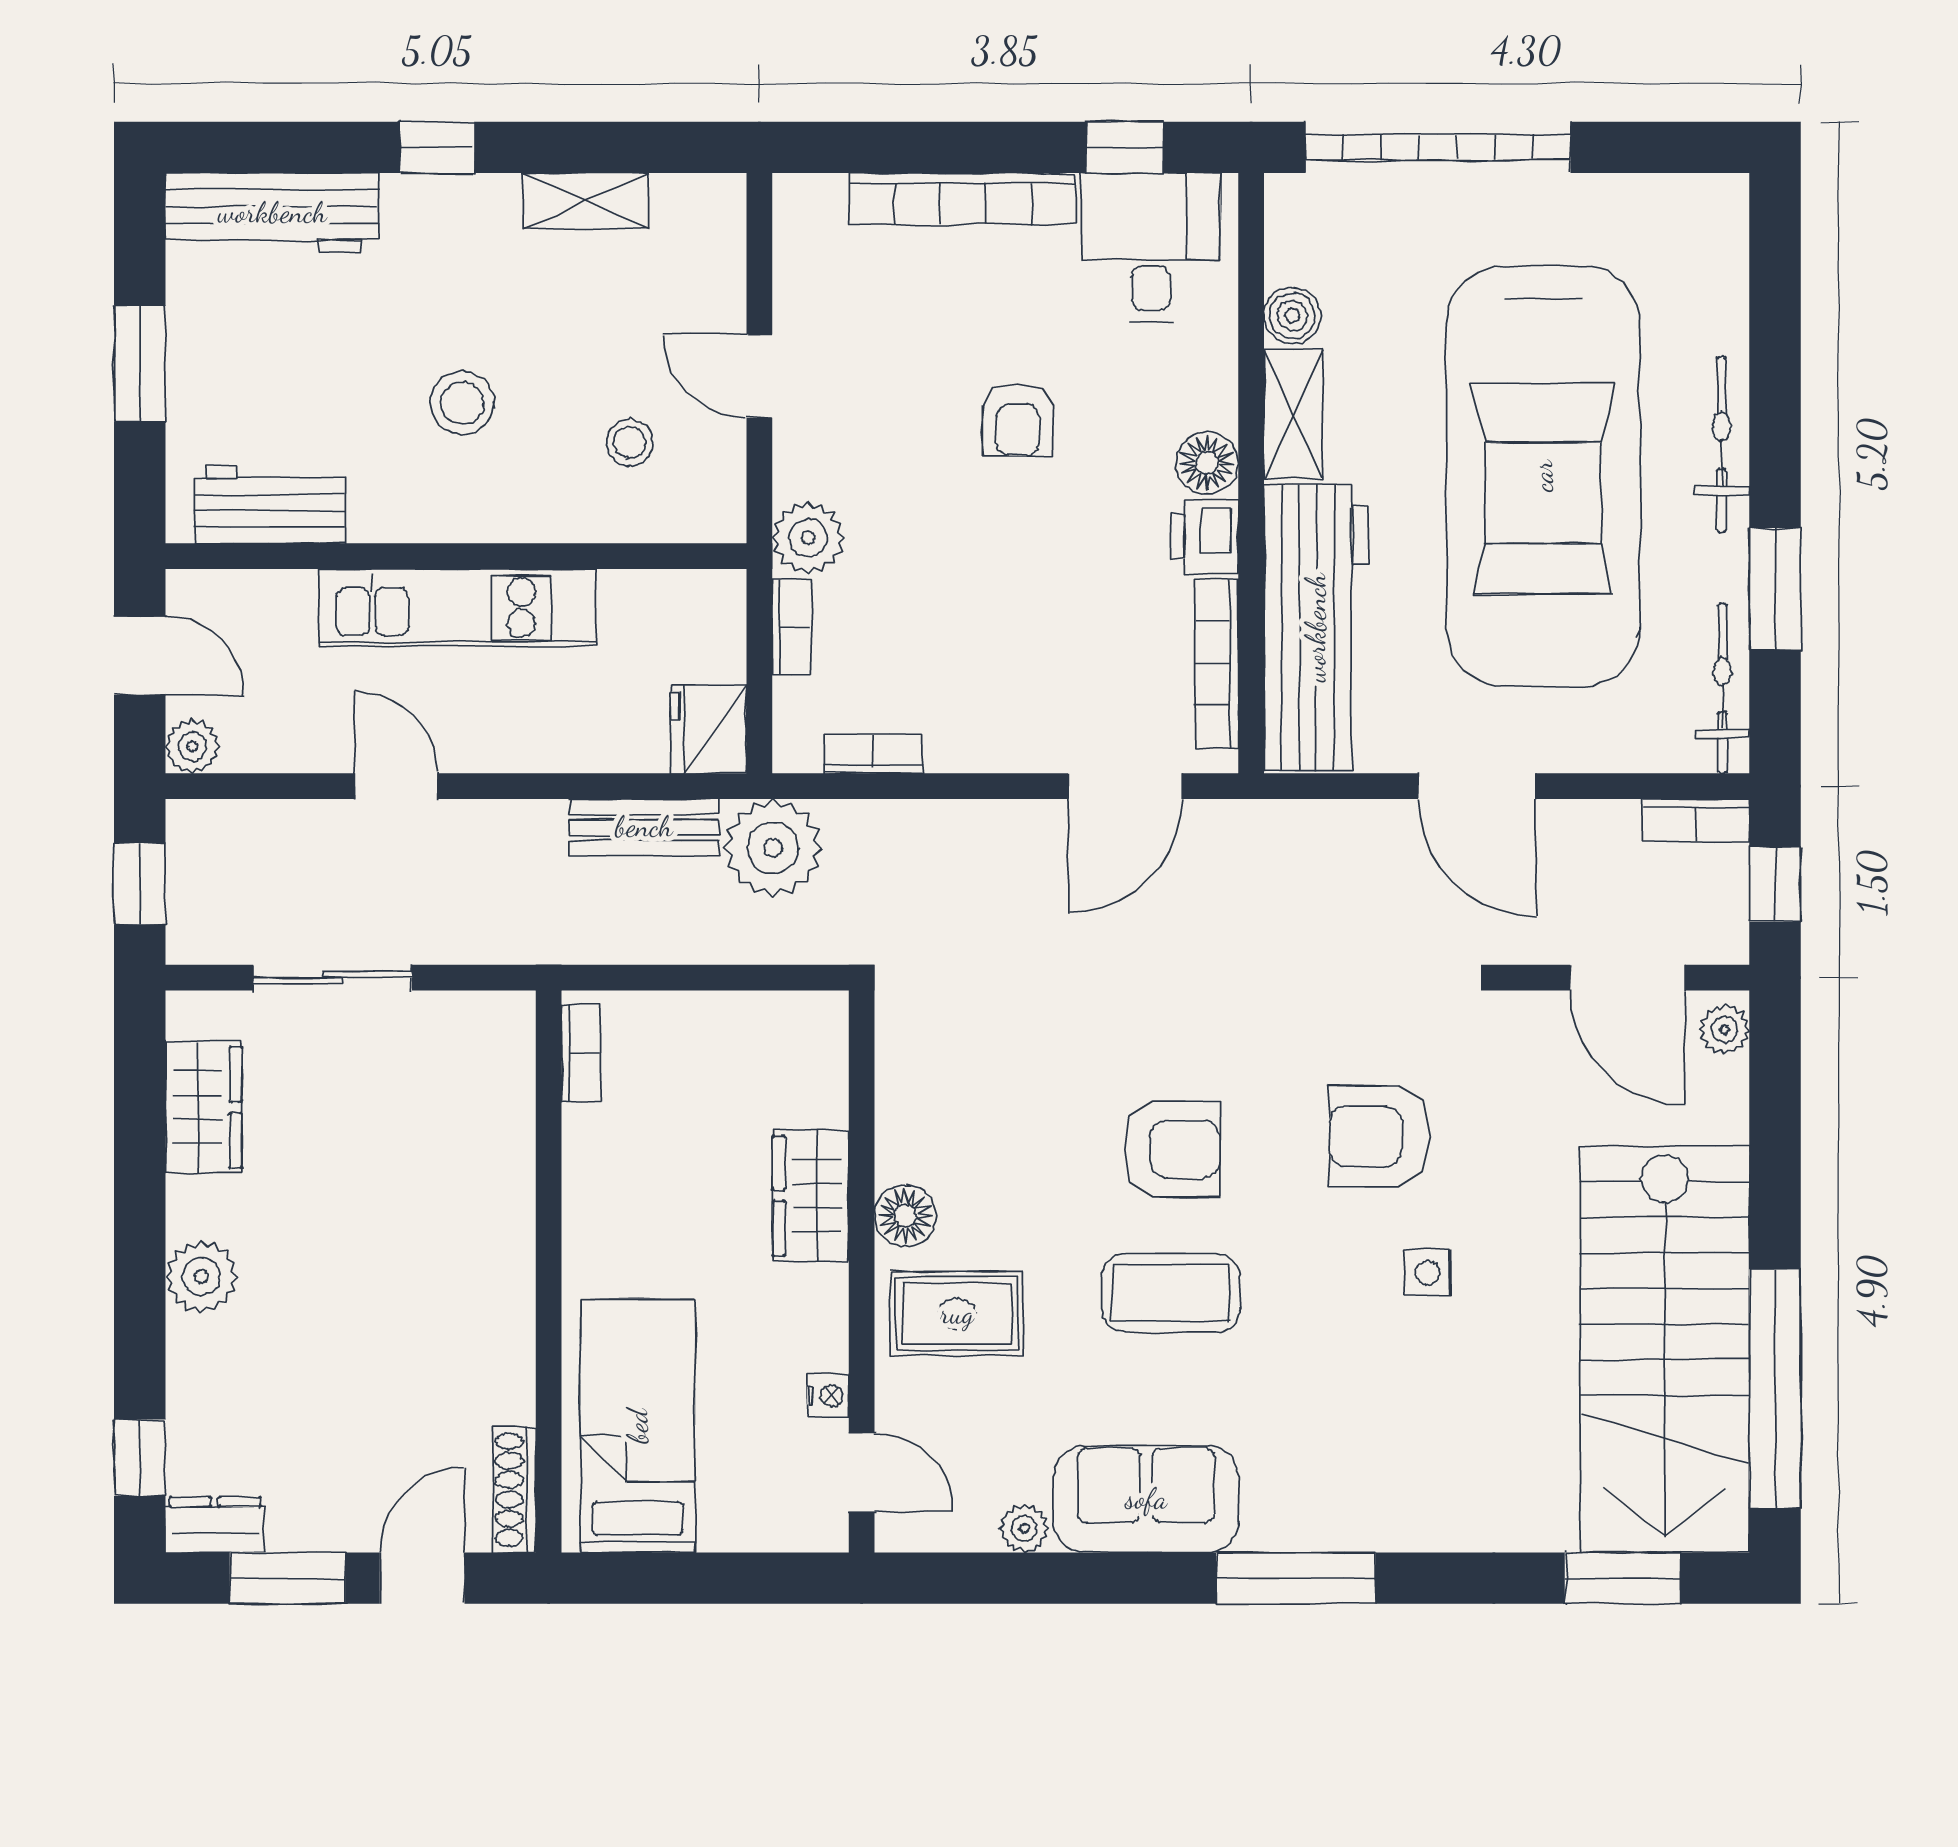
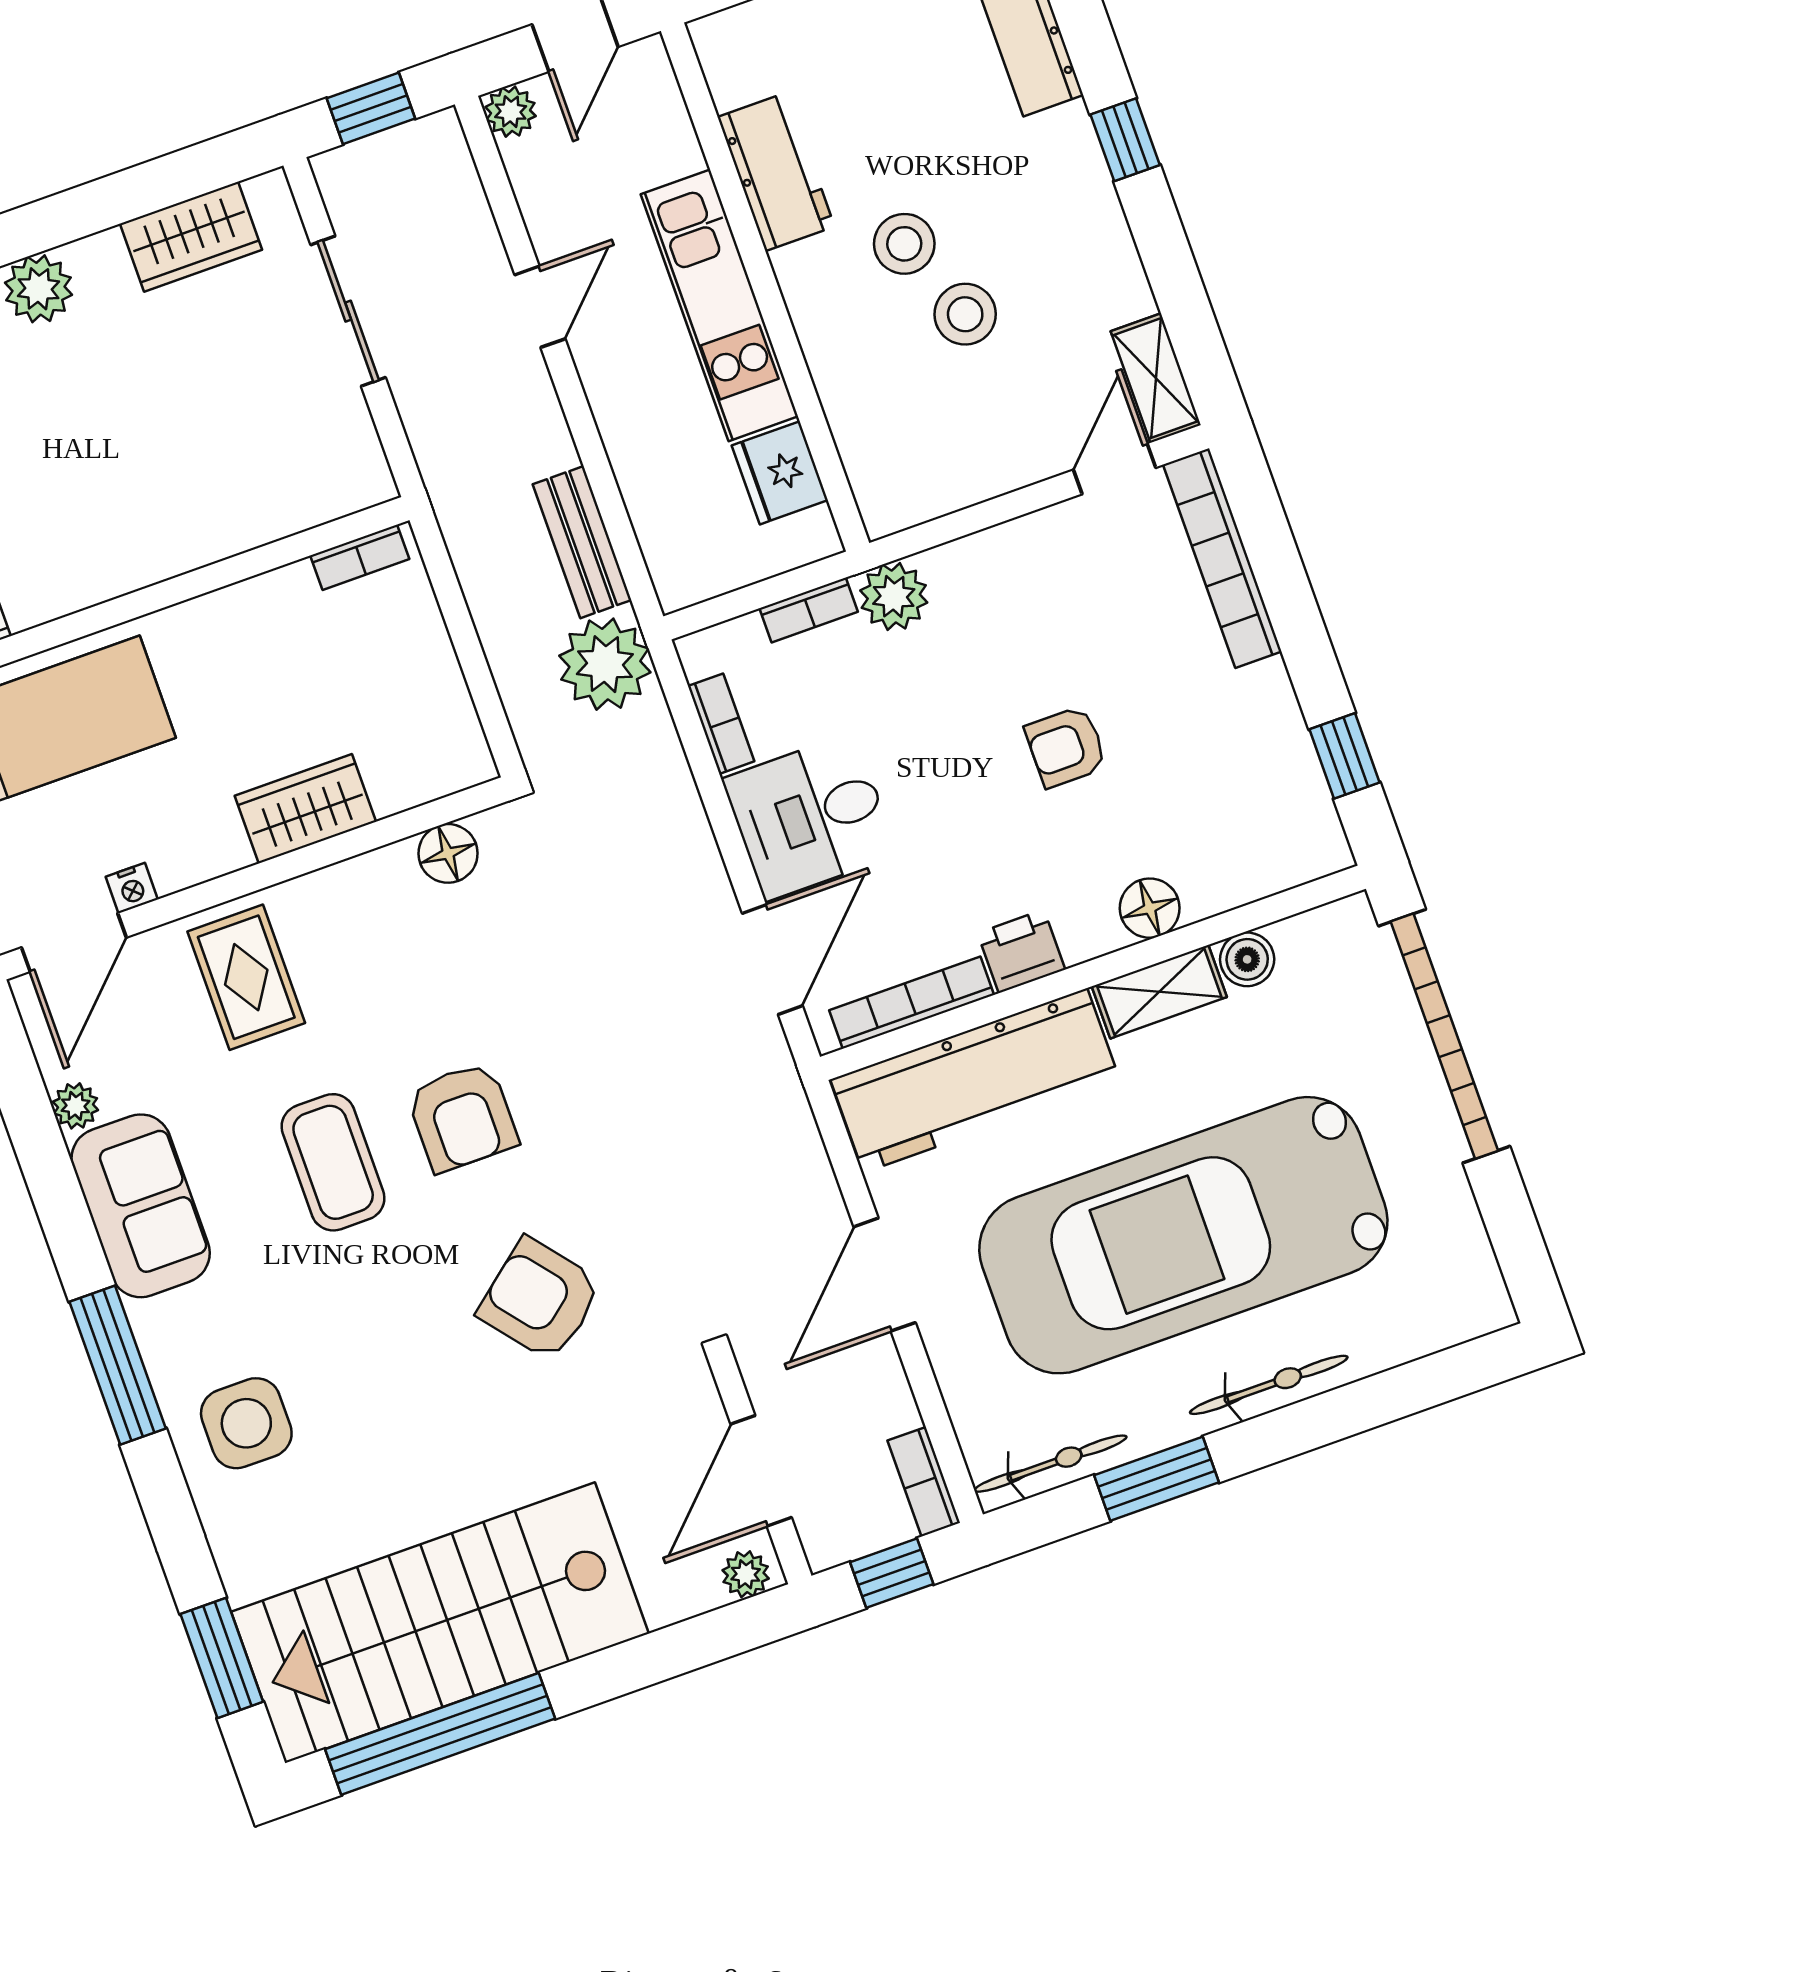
bookcase: (963, 199) -> (1222, 558), moved
shelving: (585, 201) -> (1156, 378), moved
desk: (1151, 248) -> (810, 817), moved, turned 180
door: (759, 376) -> (1115, 469), moved
stool: (629, 443) -> (965, 314), moved, width x1.37, depth x1.37
floor lamp: (1207, 463) -> (1150, 908), moved
workbench: (270, 505) -> (776, 172), moved
fridge: (709, 729) -> (780, 473), moved, turned -90
door: (1125, 786) -> (772, 959), swing flipped
armchair: (1380, 1136) -> (540, 1299), turned -39
floor lamp: (905, 1216) -> (448, 853), moved
side table: (1427, 1273) -> (246, 1423), moved, width x1.87, depth x1.87
door: (862, 1472) -> (74, 942), width x1.38

